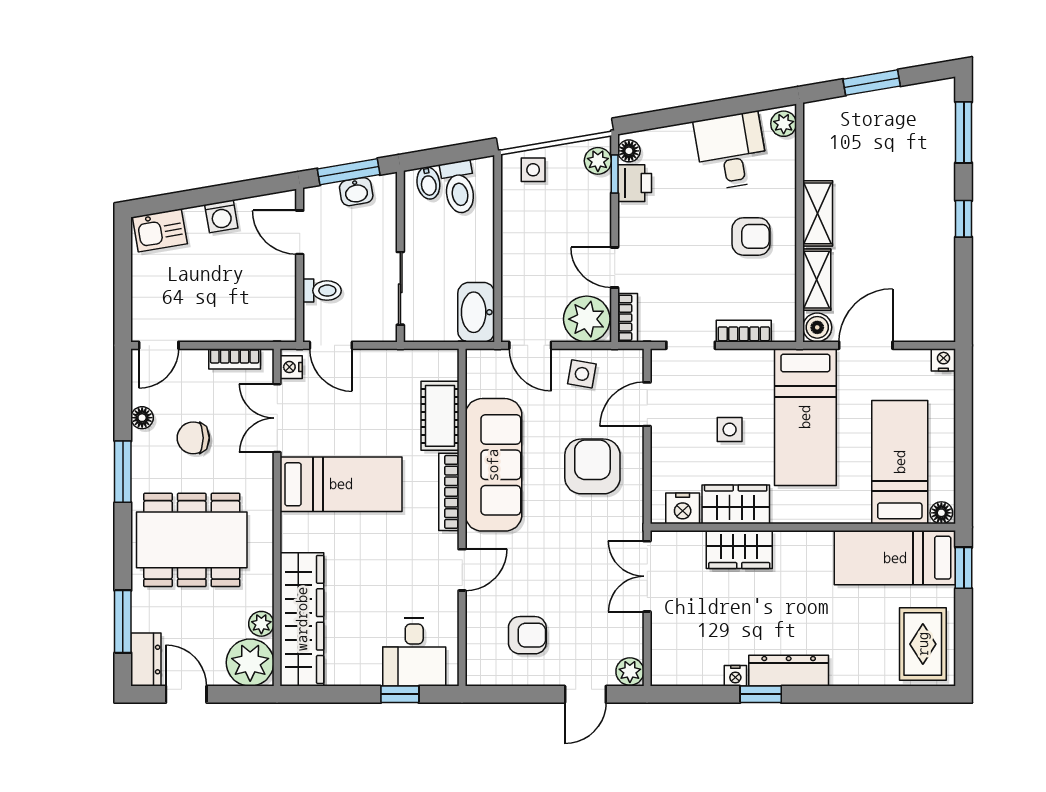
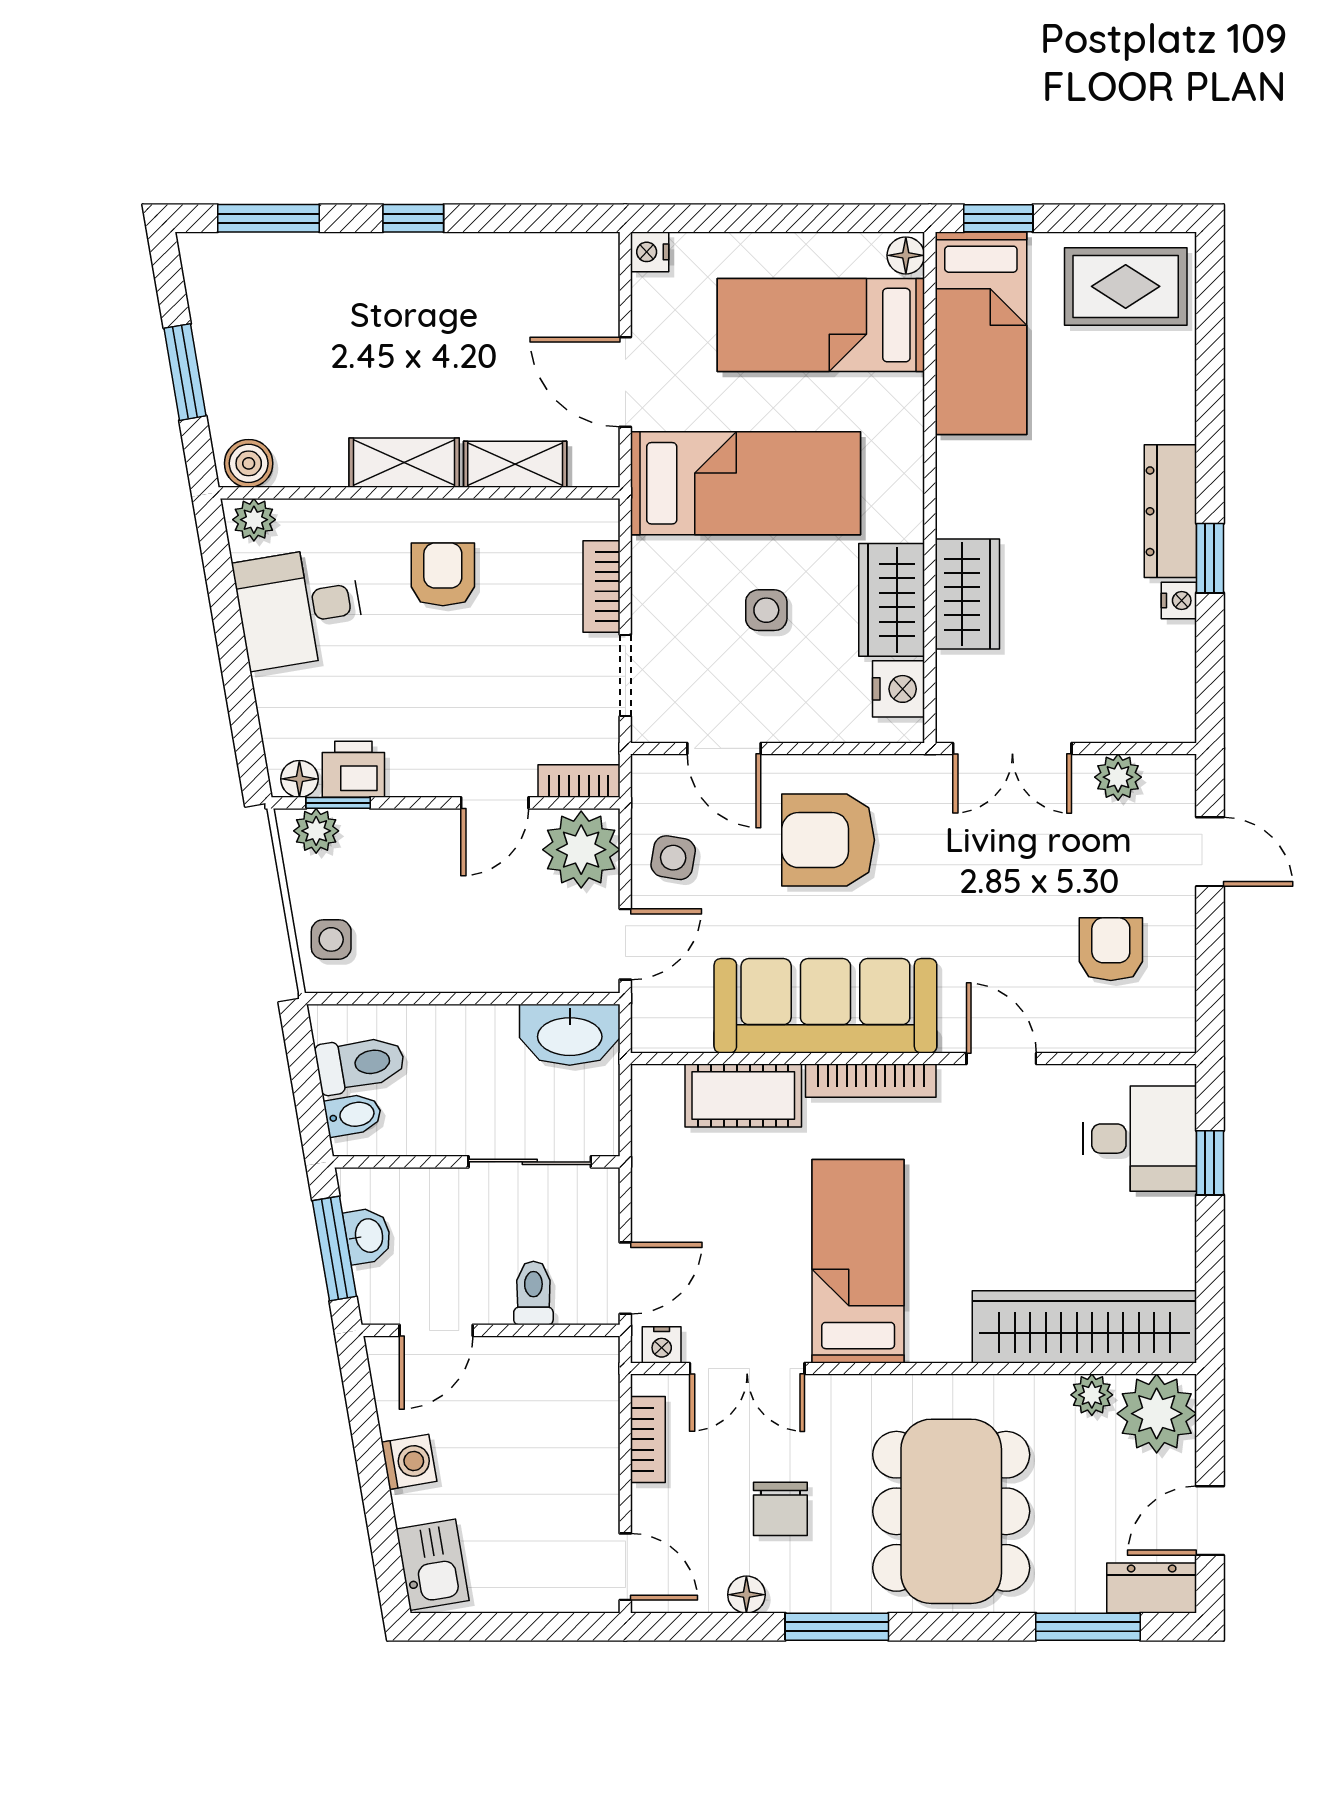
boiler: (817, 327) -> (249, 463), moved
plant: (630, 672) -> (1118, 777), moved

